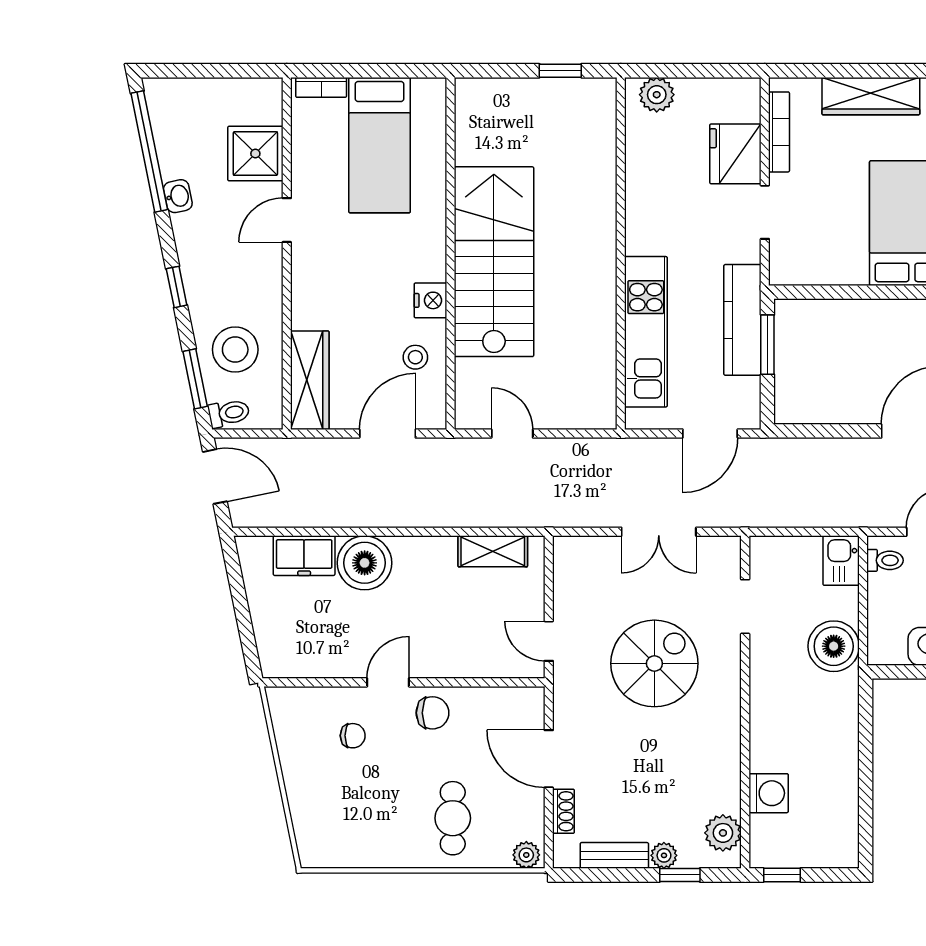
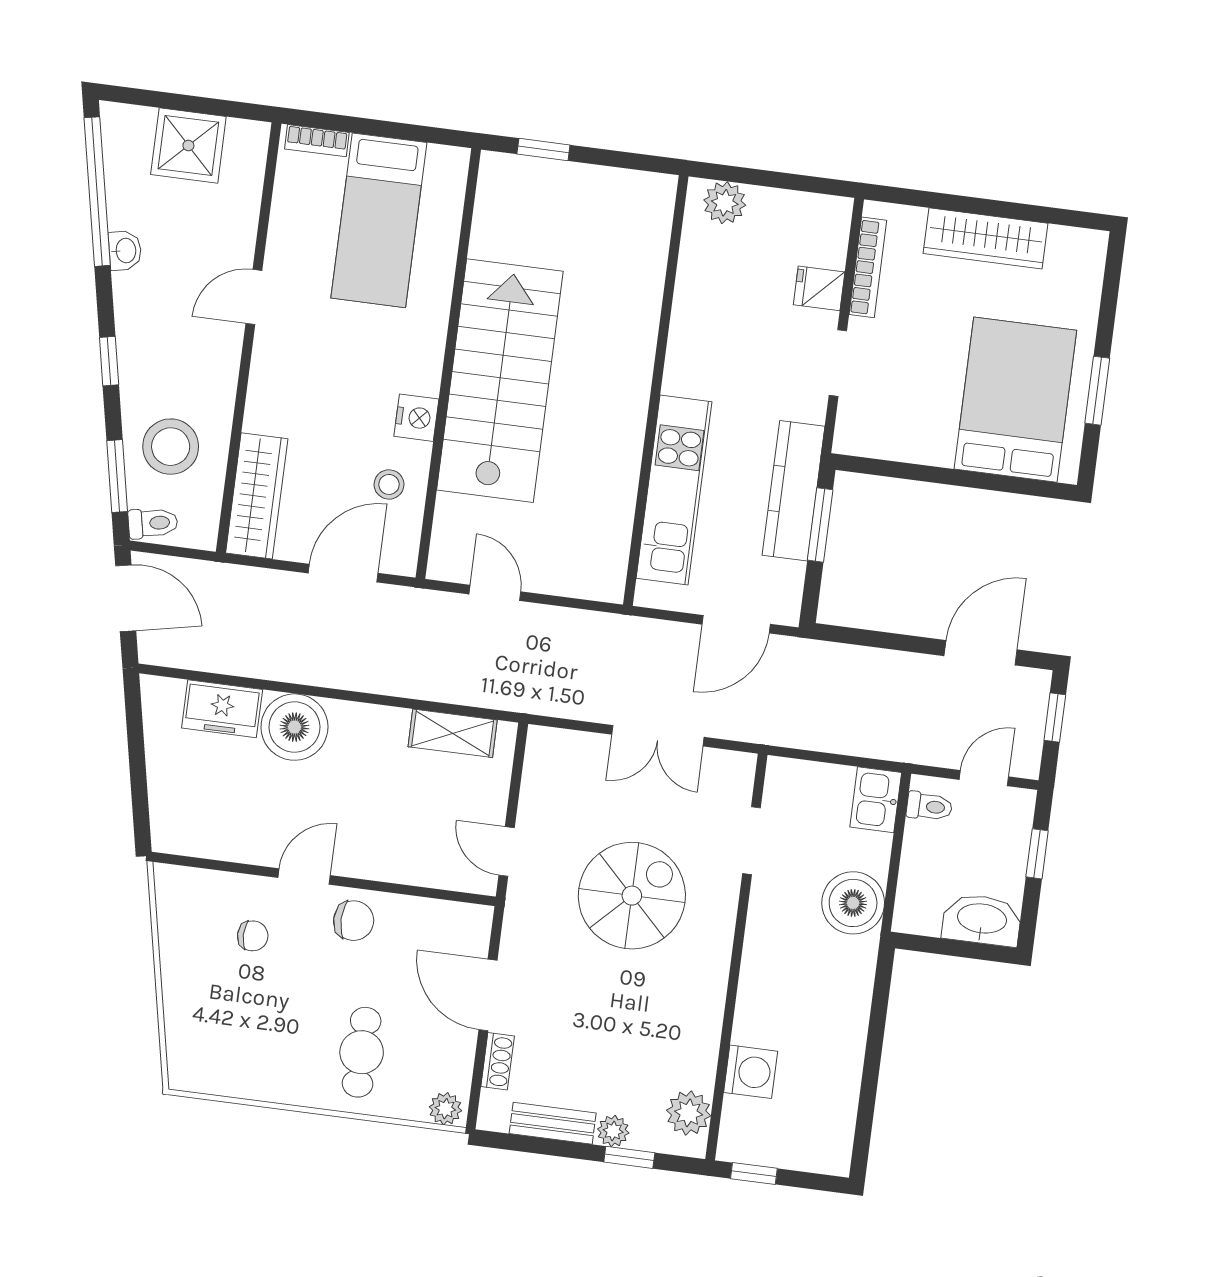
window: (560, 71) -> (543, 149), moved
shower: (255, 154) -> (188, 145), moved
fridge: (735, 154) -> (819, 288), width x0.53, depth x0.75

